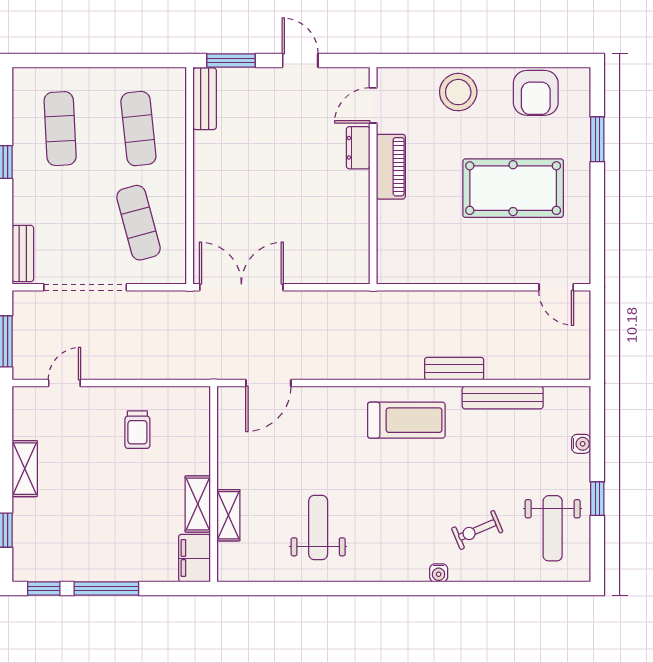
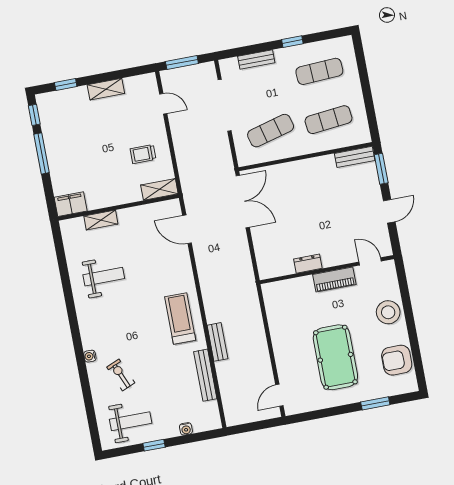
dresser: (358, 148) -> (308, 264), moved
bench: (23, 254) -> (256, 60), moved
treadmill: (406, 420) -> (180, 318), turned 180
shelving: (198, 504) -> (159, 189), moved
weight bench: (553, 528) -> (131, 421), turned 180

